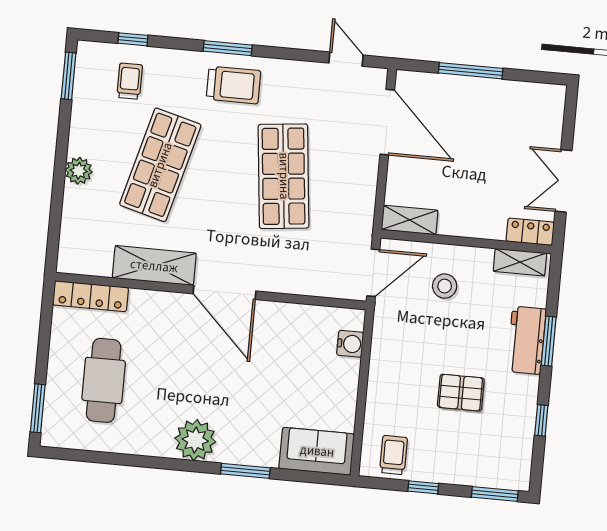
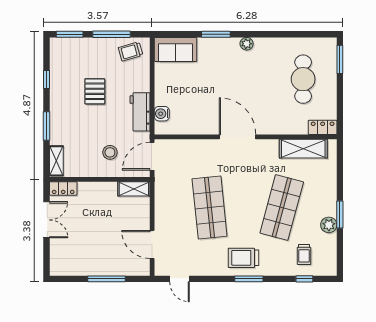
window: (69, 76) -> (340, 214), moved
door: (387, 122) -> (152, 244), width x0.73
plant: (79, 171) -> (329, 225), moved
shelving: (520, 262) -> (56, 161), moved, turned 90
shelving: (154, 266) -> (303, 149), moved
locker: (91, 296) -> (323, 127), width x0.66
workbench: (526, 340) -> (140, 112), moved, turned 180
pallet: (461, 393) -> (95, 91), turned 90
plant: (195, 440) -> (247, 44), width x0.53, depth x0.53
trolley: (393, 455) -> (131, 51), turned 74
window: (423, 487) -> (112, 34), width x2.17

